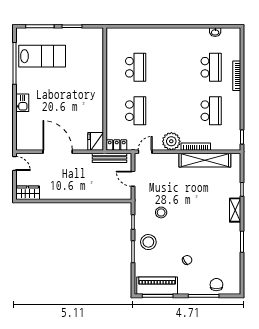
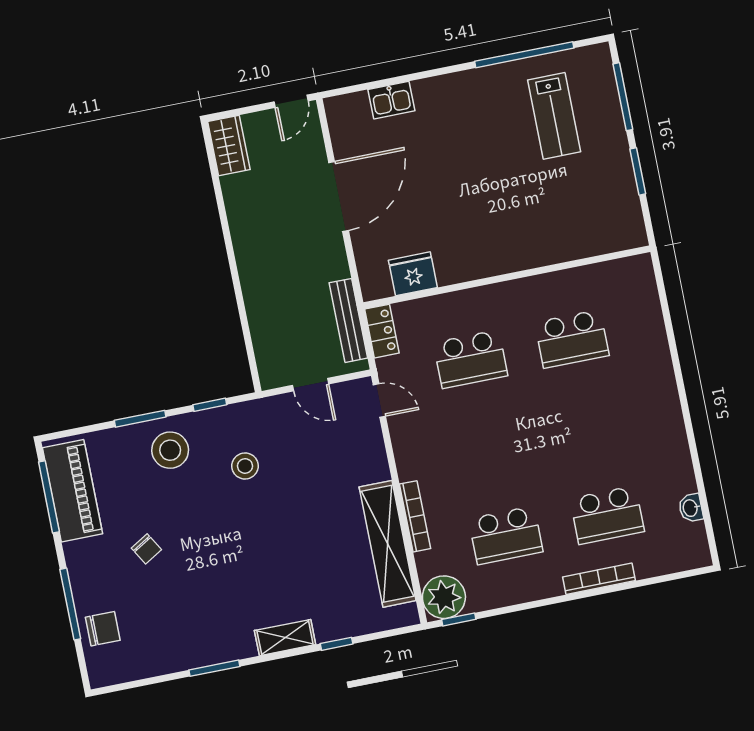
lab bench: (42, 56) -> (554, 116), width x0.73, depth x0.72
kitchen sink: (22, 103) -> (391, 100), moved
fridge: (96, 141) -> (413, 274), moved
plant: (171, 141) -> (444, 597), moved
door: (133, 179) -> (311, 385), swing flipped

